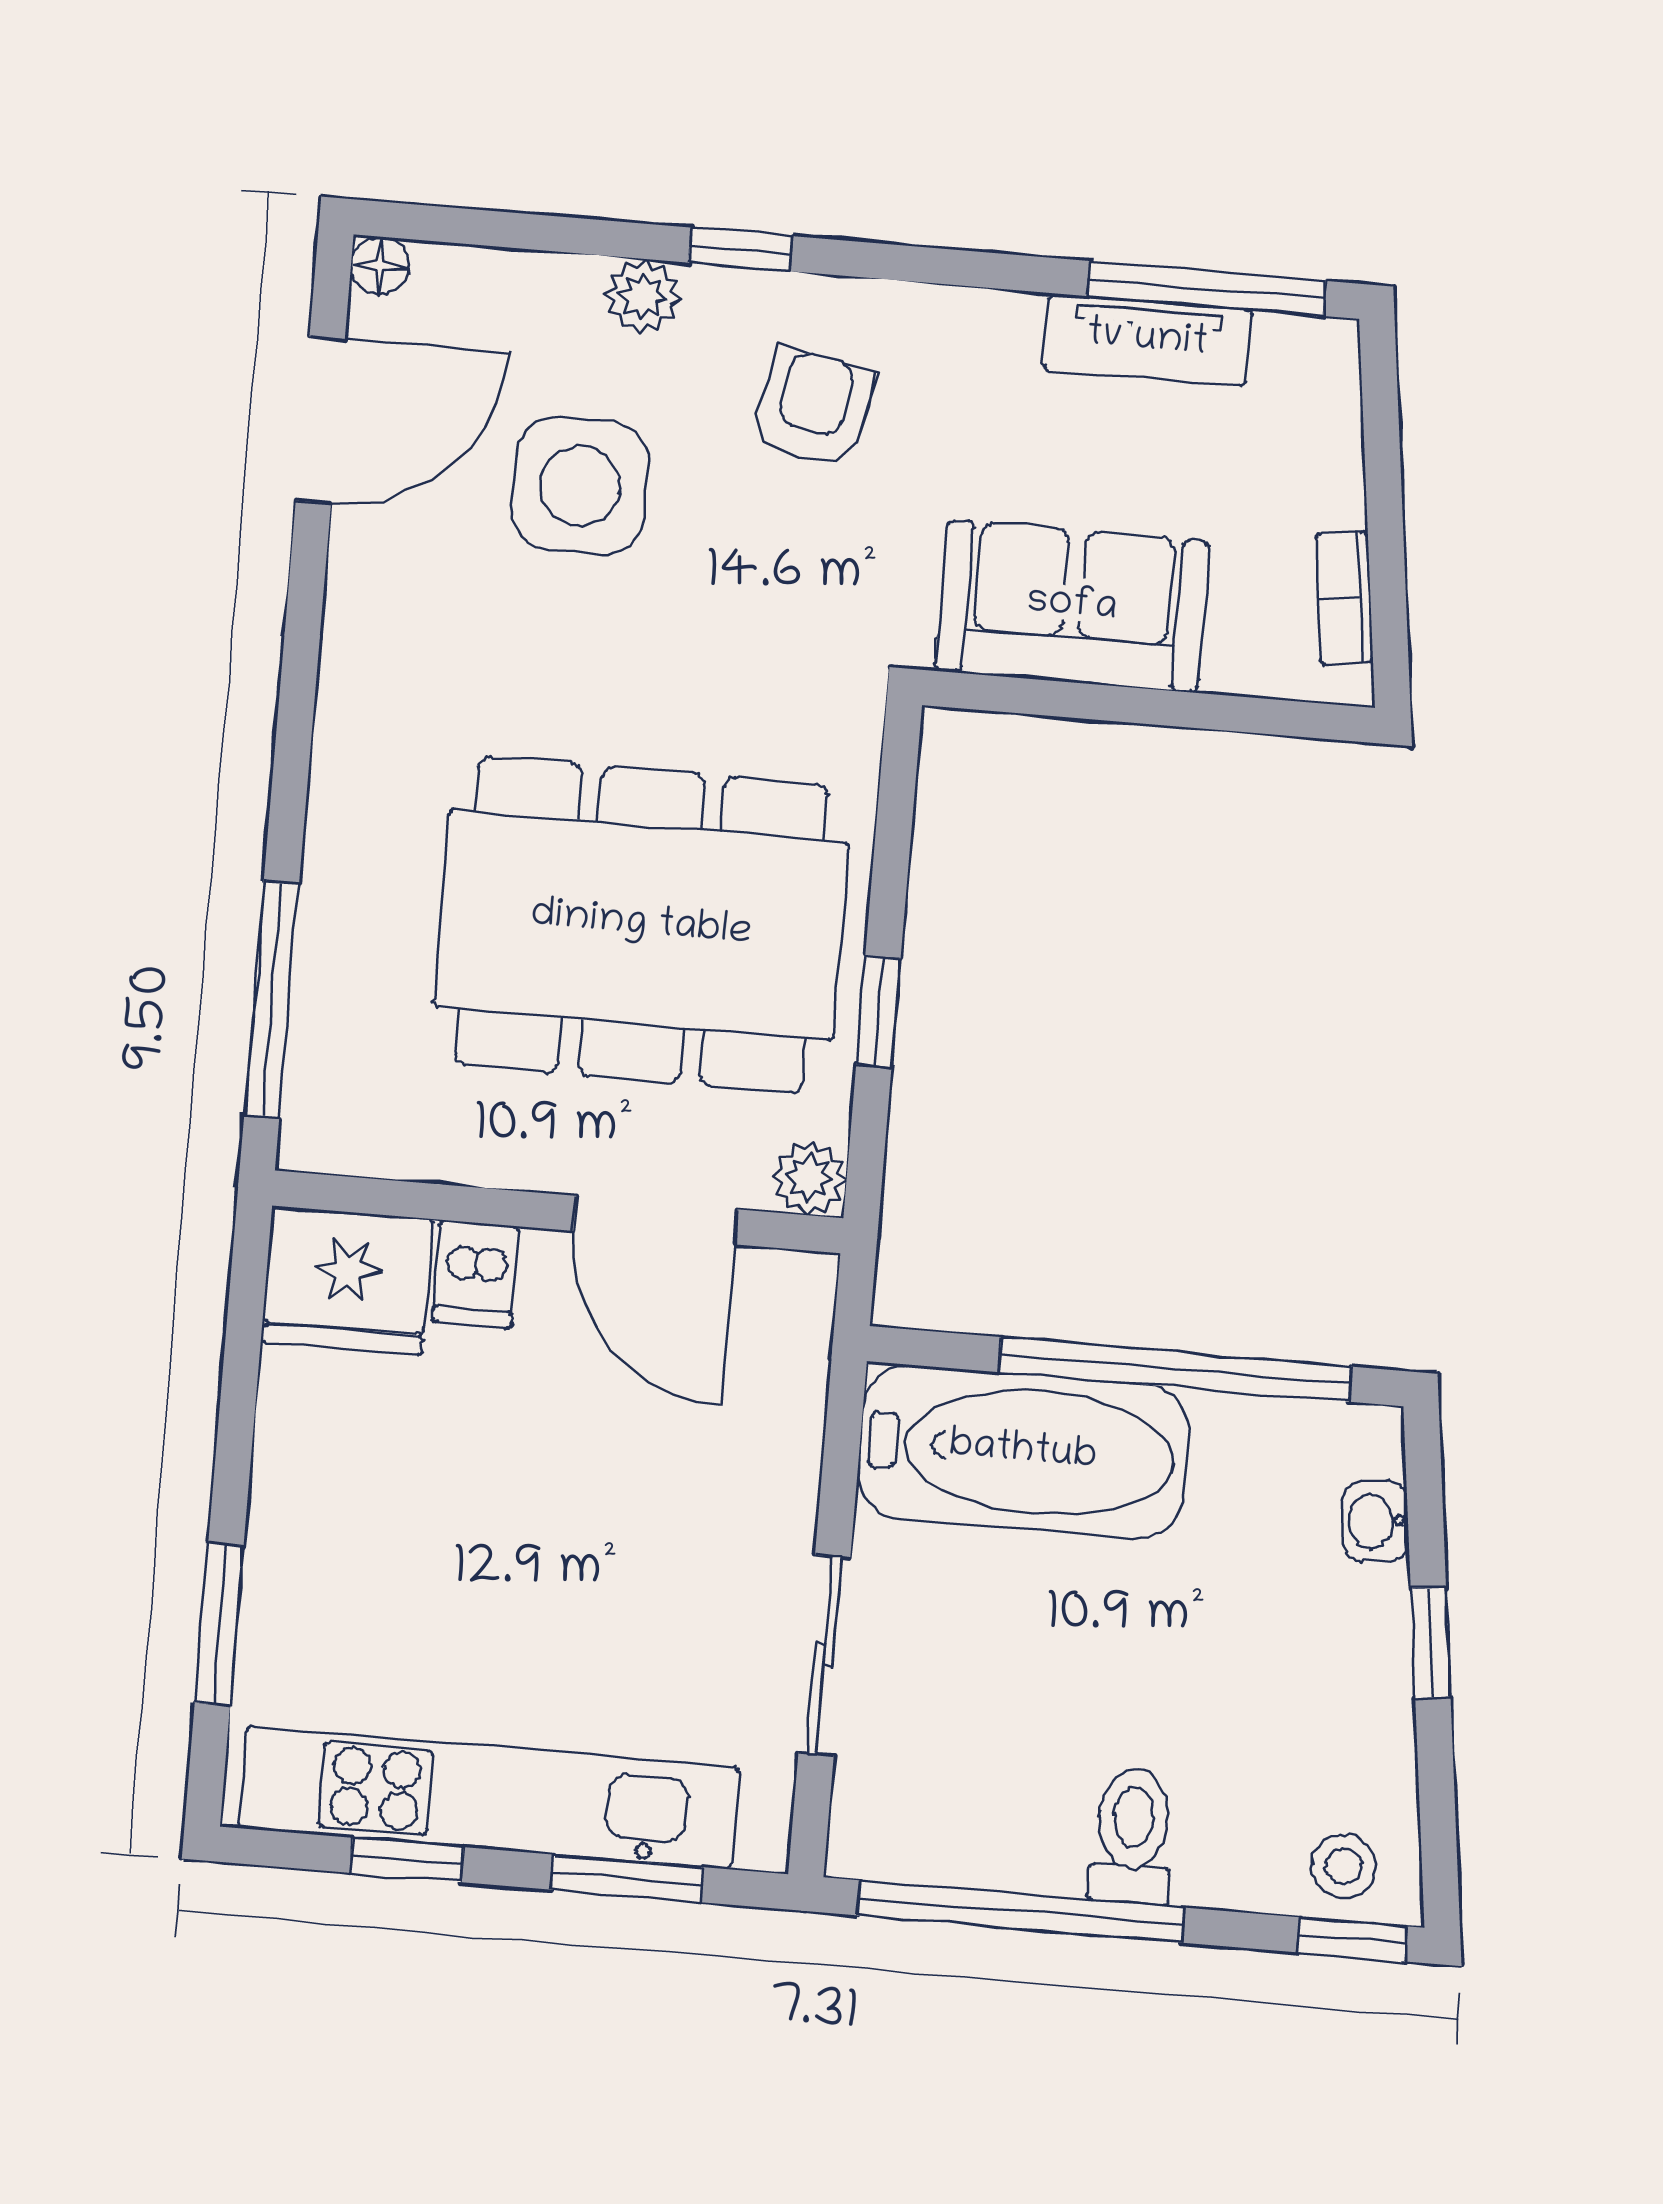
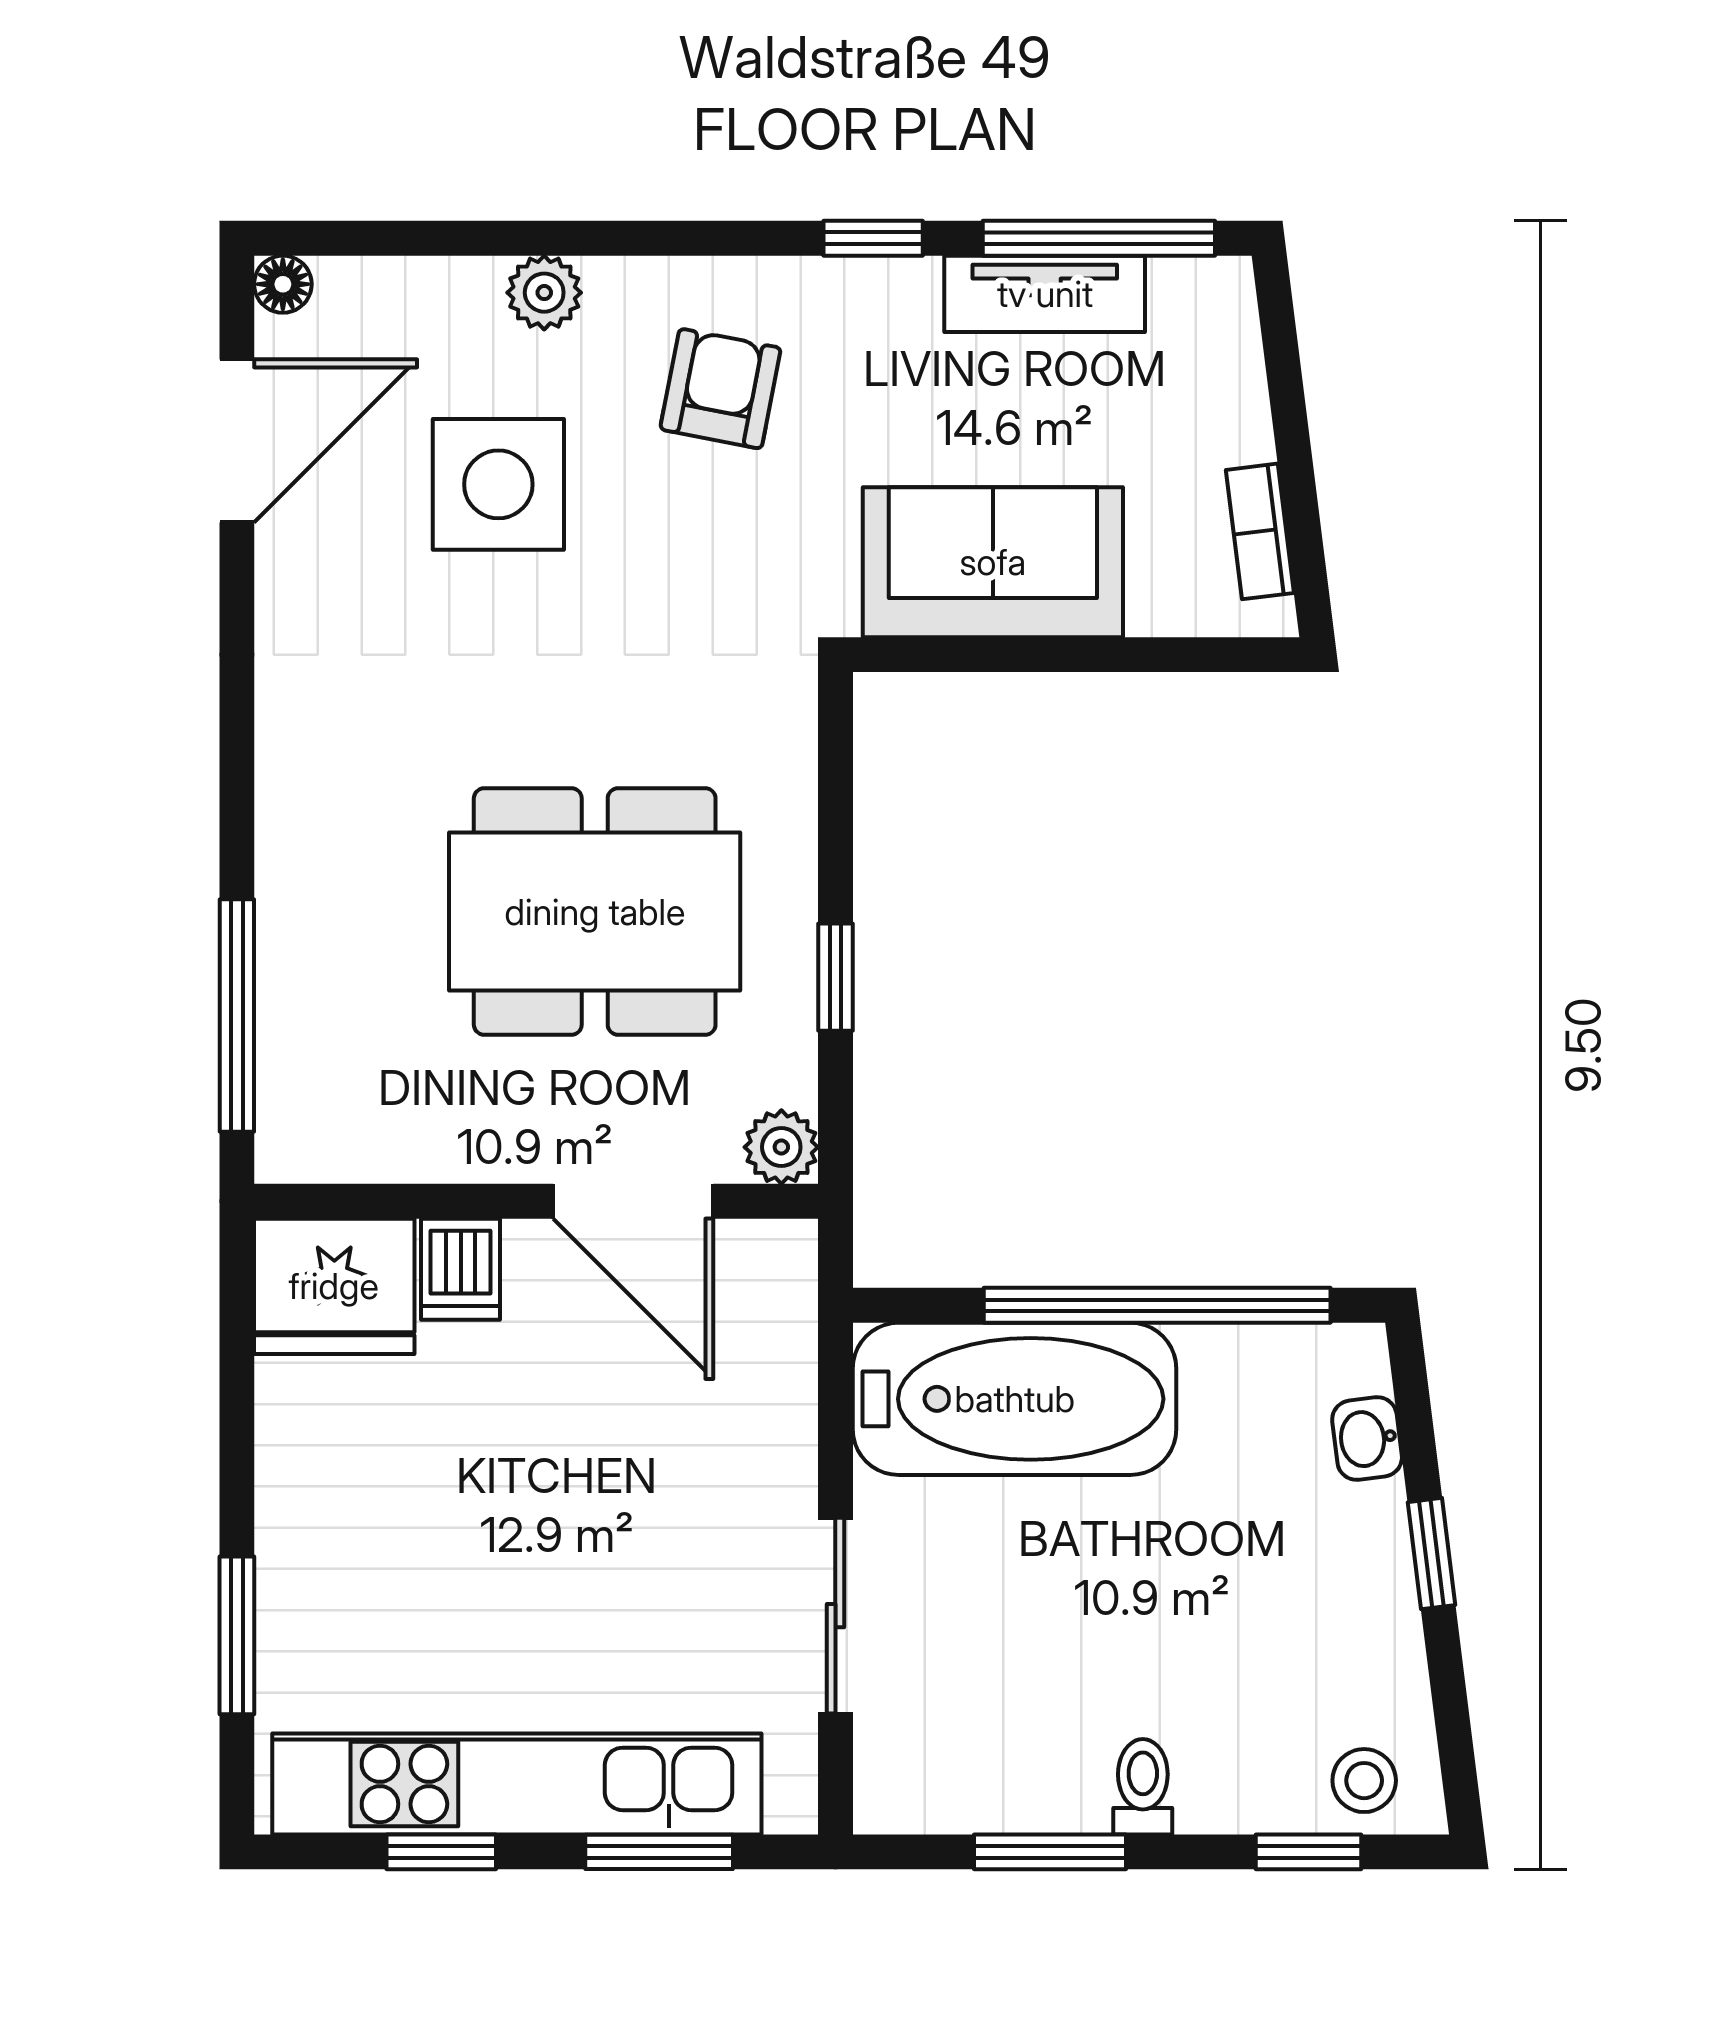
window: (740, 249) -> (873, 238), moved
dining table: (641, 925) -> (595, 912), width x0.73, depth x0.80
toilet: (1132, 1836) -> (1143, 1787), width x0.73, depth x0.72
window: (1021, 1911) -> (1050, 1852), width x0.47
window: (1352, 1939) -> (1308, 1852), moved

